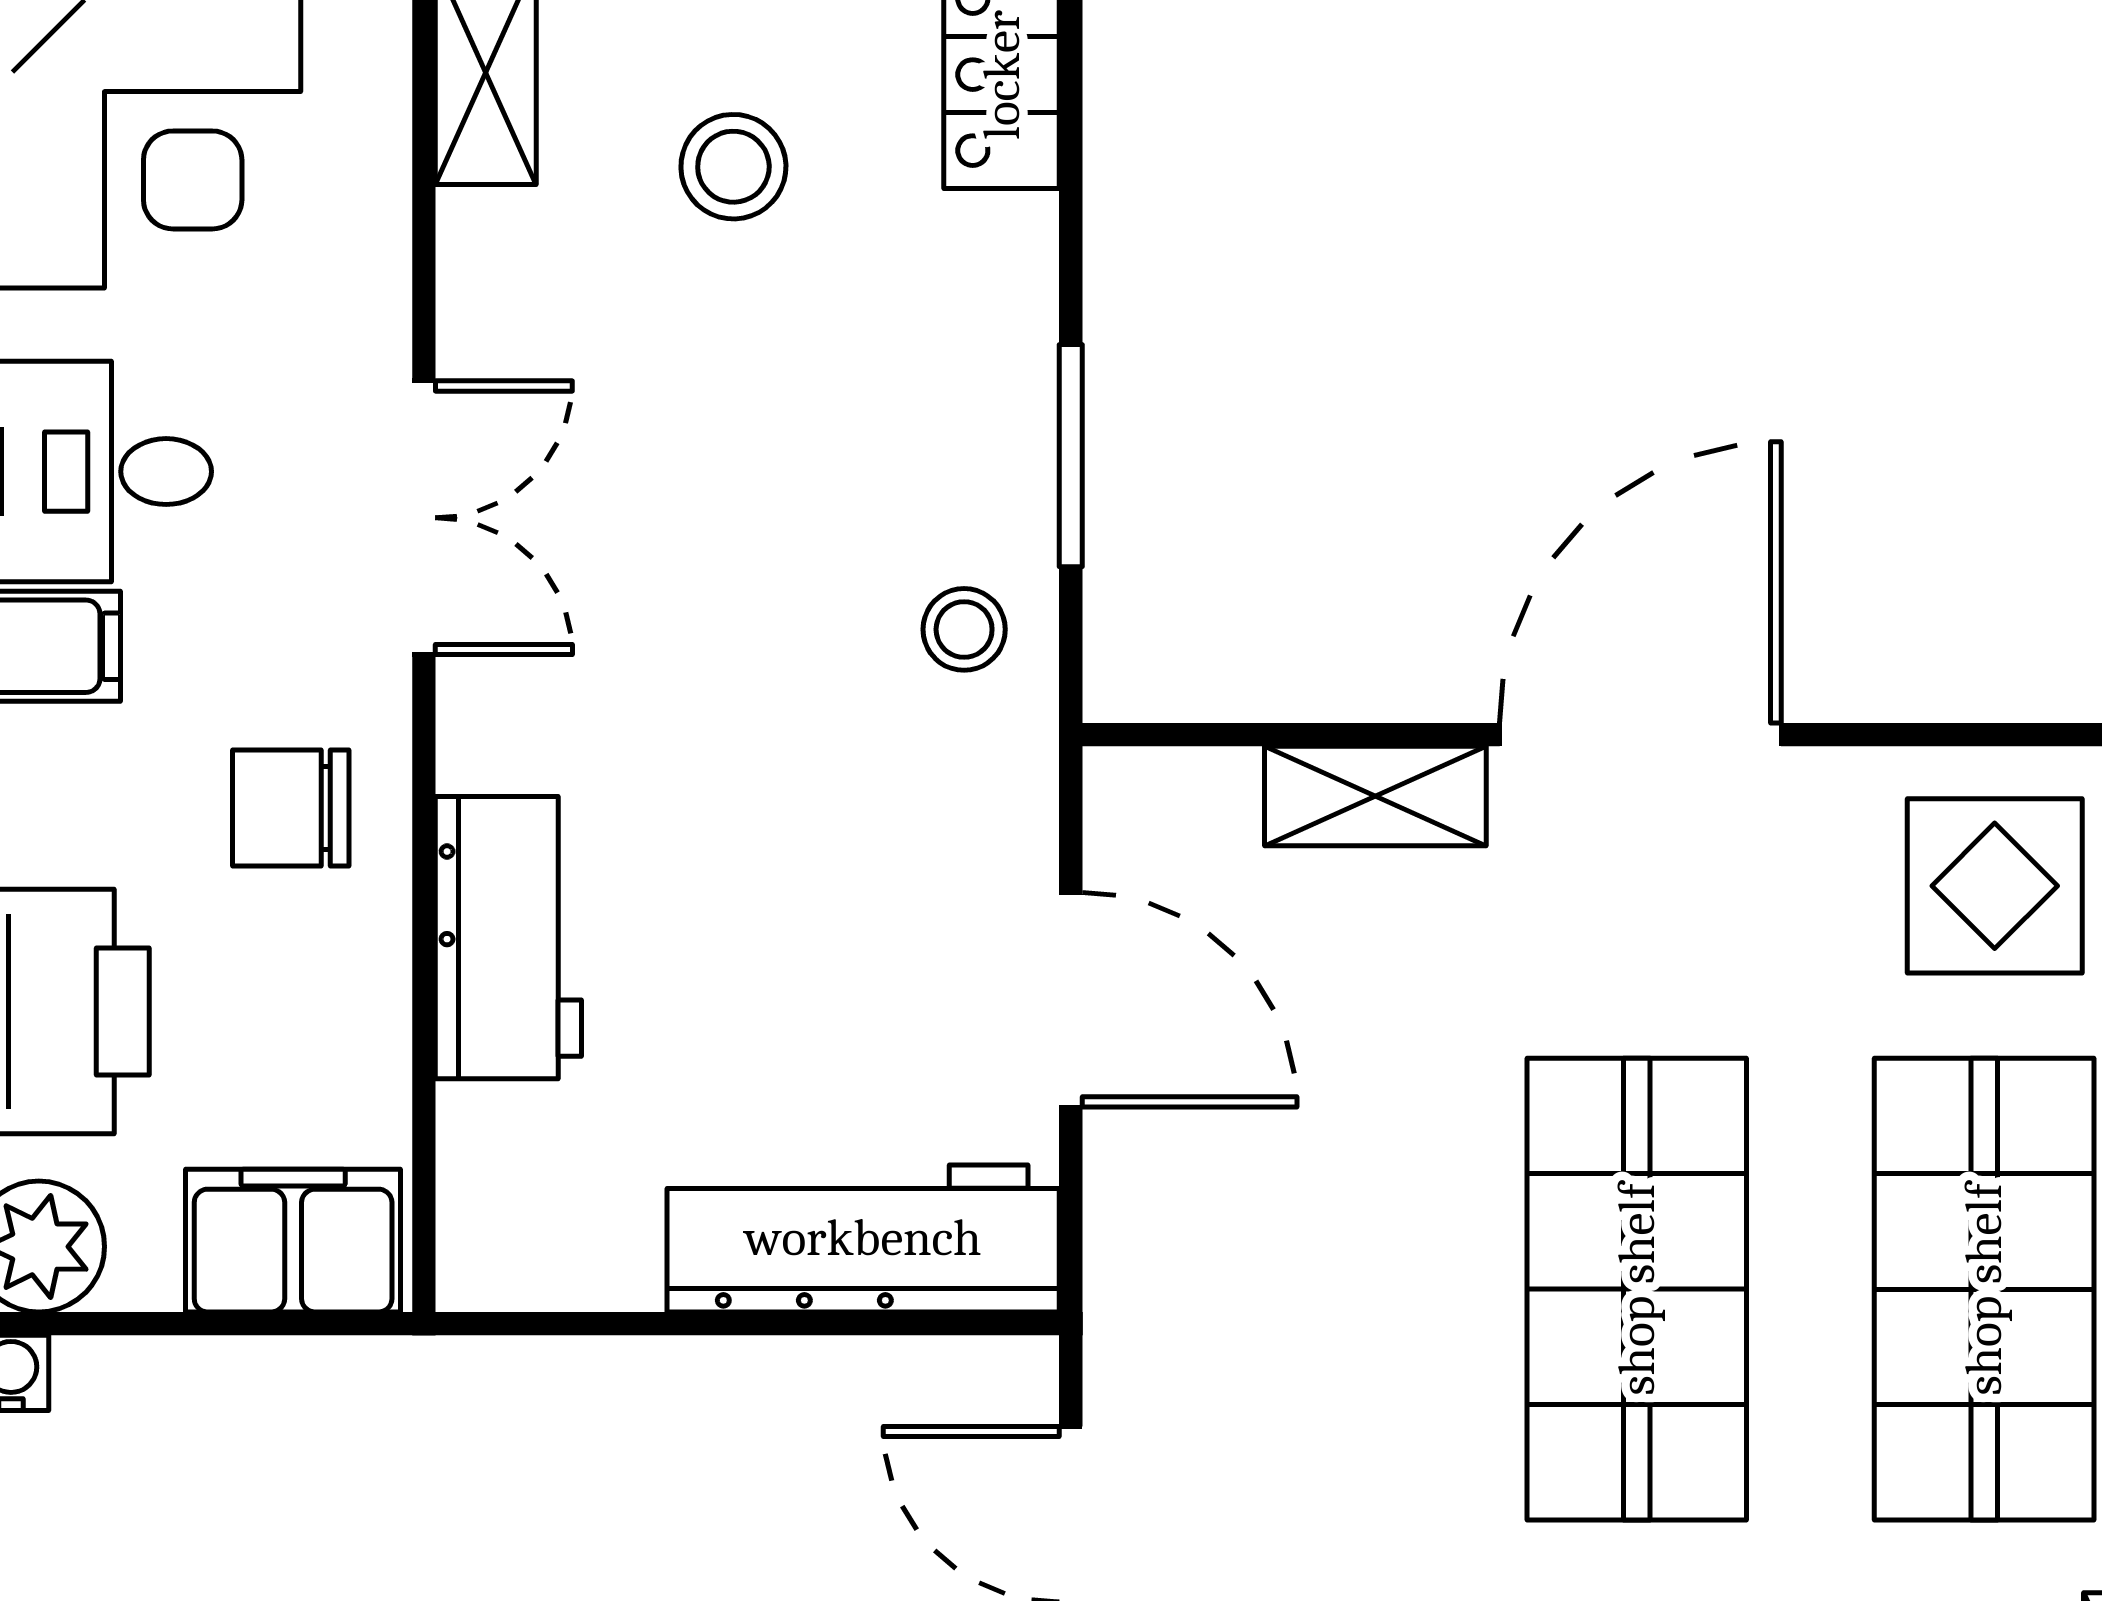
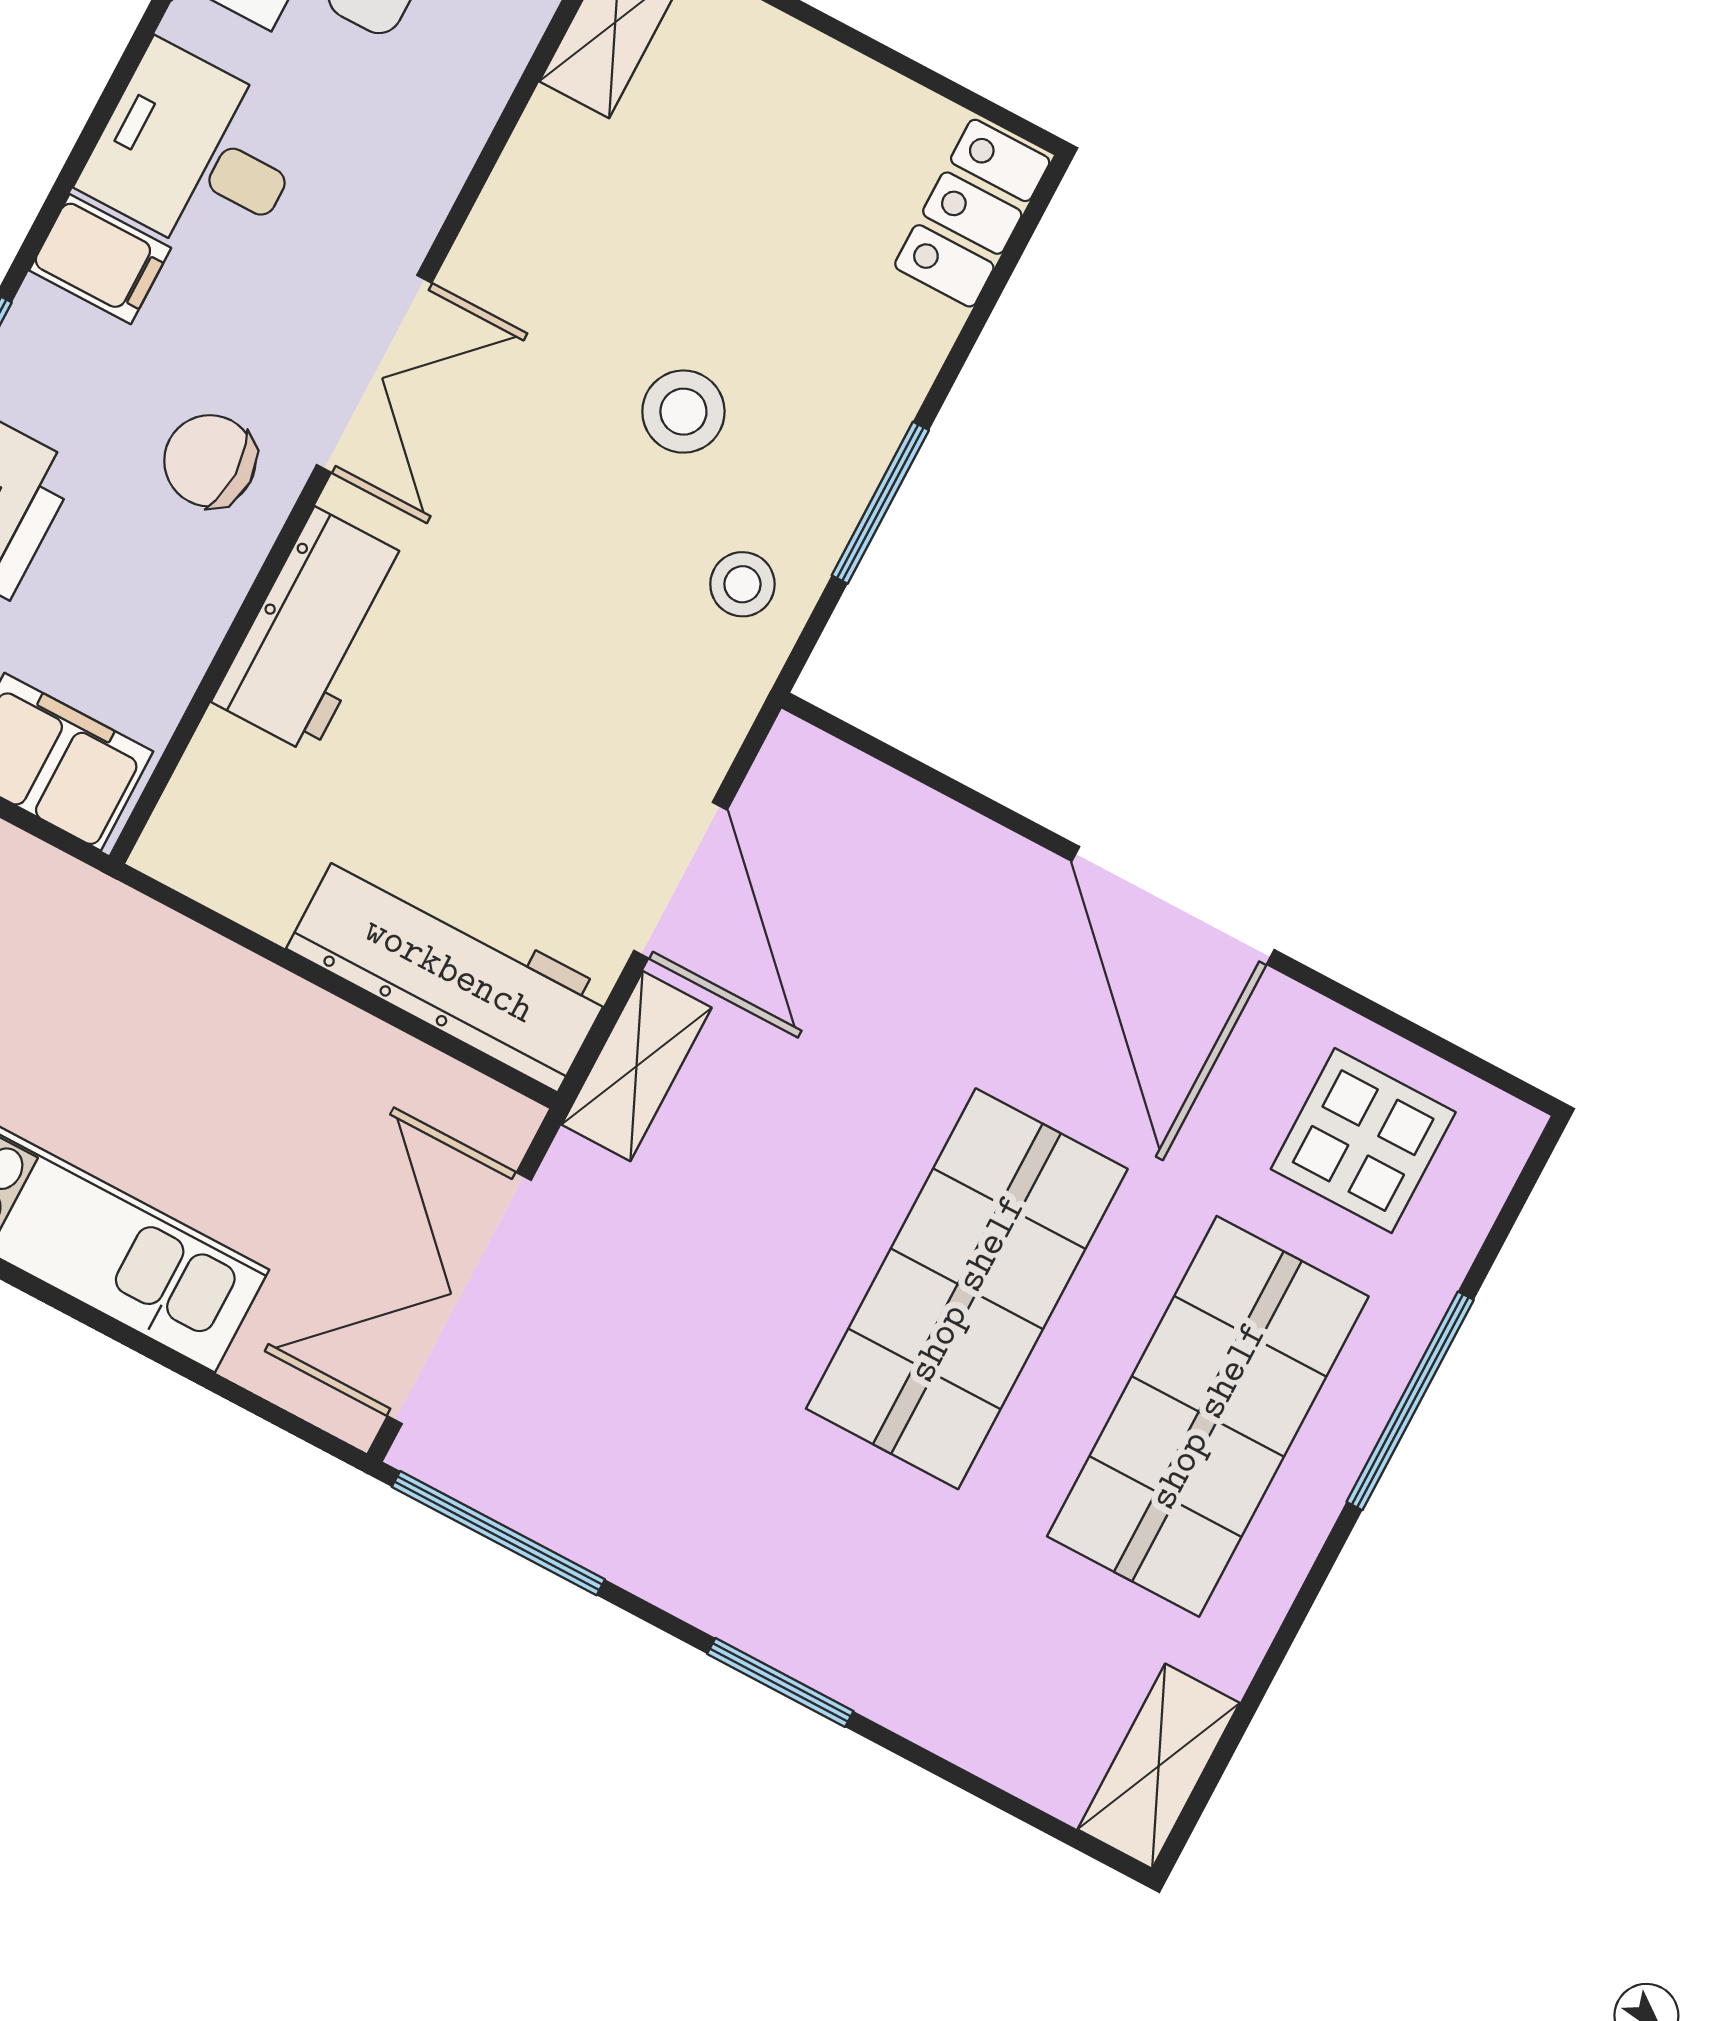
stool: (733, 167) -> (683, 412), moved
double door: (424, 518) -> (374, 374), moved
door: (1640, 735) -> (1173, 905), swing flipped
shelving: (1375, 796) -> (637, 1066), moved, turned 90

